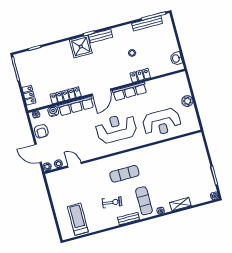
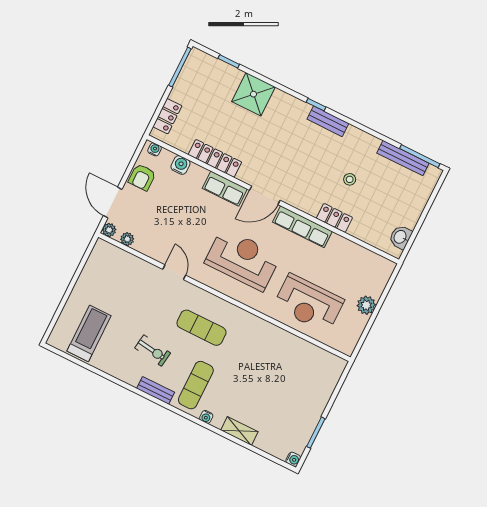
shower: (81, 47) -> (253, 94), moved
row of seats: (76, 106) -> (225, 189), width x0.68
door: (75, 165) -> (174, 272), moved

